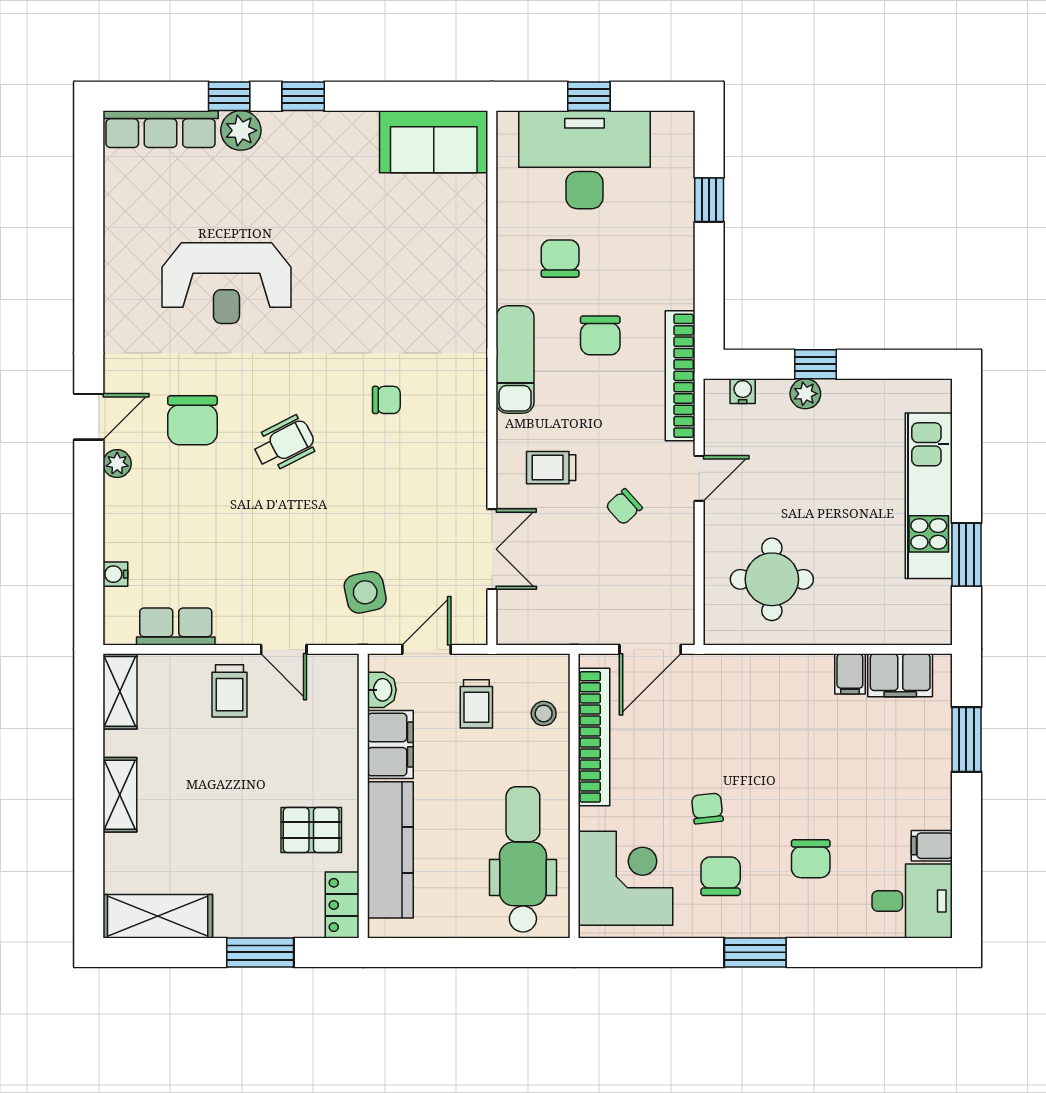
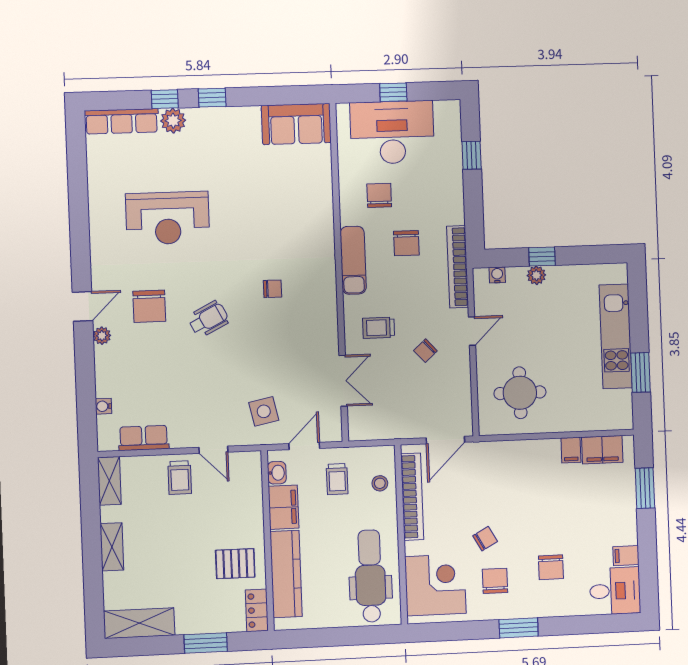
chair: (707, 808) -> (485, 539), turned 67

